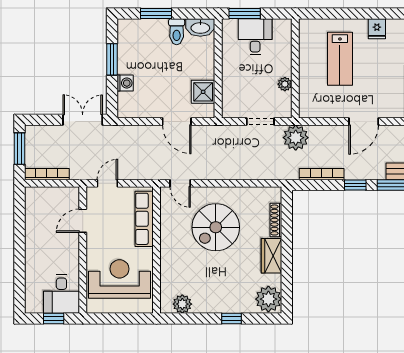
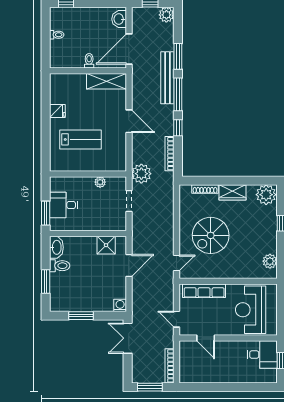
washing machine: (125, 83) -> (120, 305), moved
spiral stairs: (216, 227) -> (211, 235), turned 90

